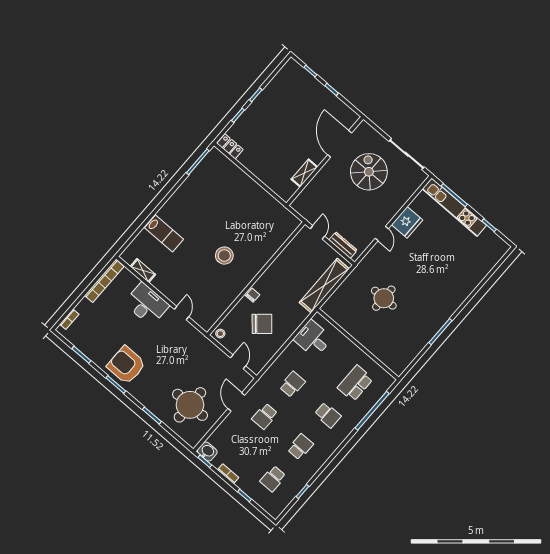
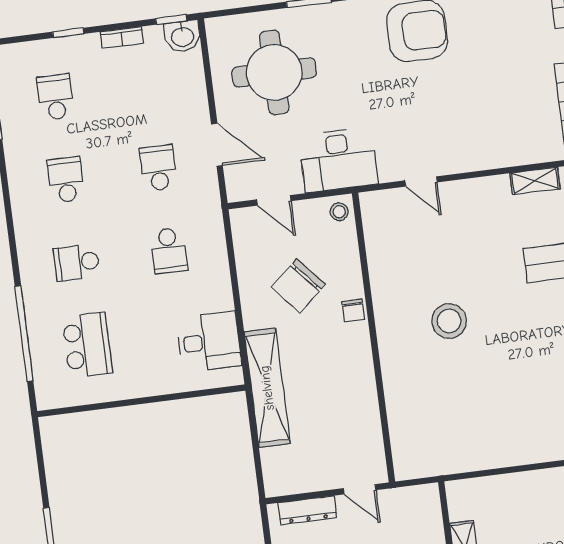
shelving: (324, 286) -> (267, 388), moved
round table: (384, 298) -> (175, 500), removed
desk: (146, 304) -> (338, 160), moved
school desk: (300, 447) -> (66, 180), turned 180

